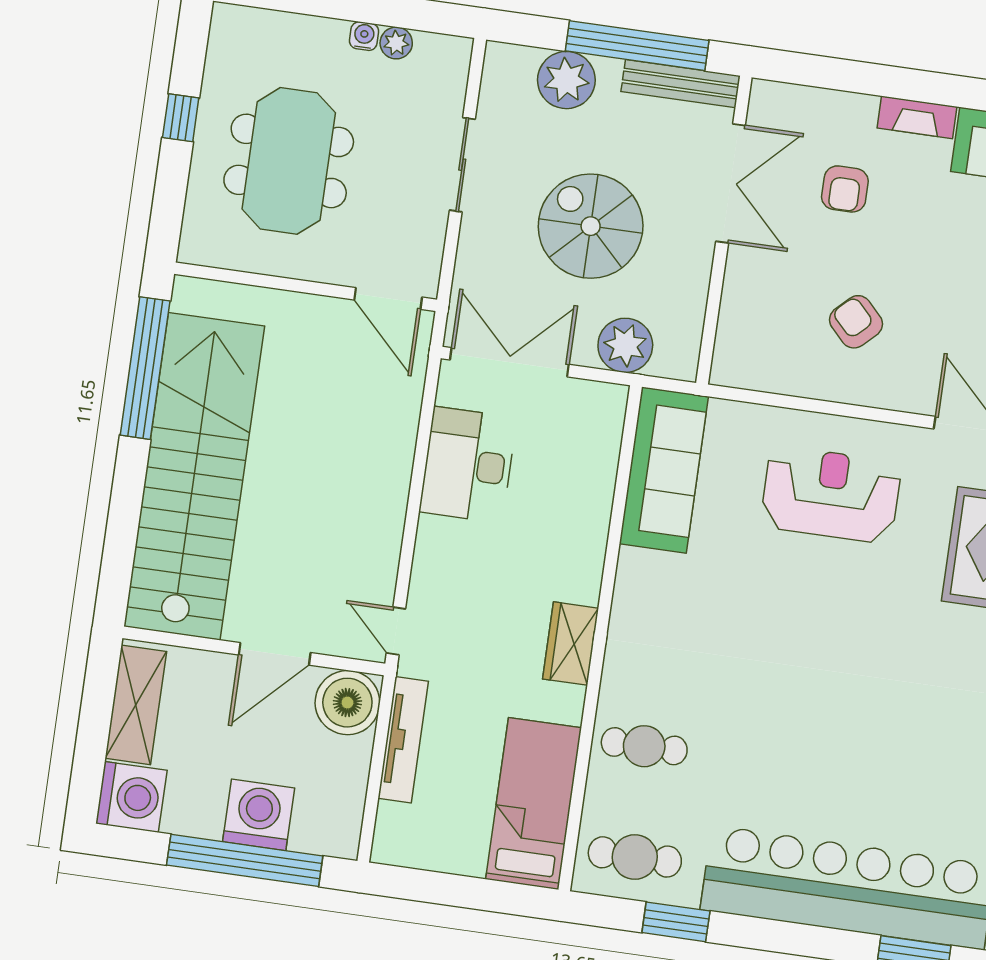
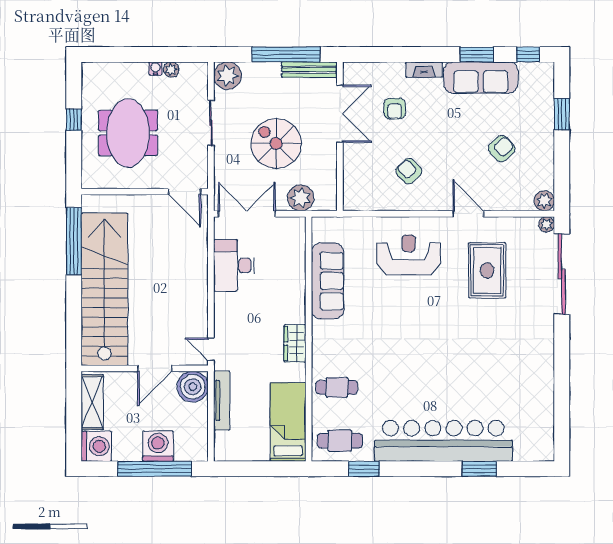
plant: (566, 80) -> (227, 76), moved
sofa: (664, 470) -> (327, 281), moved

